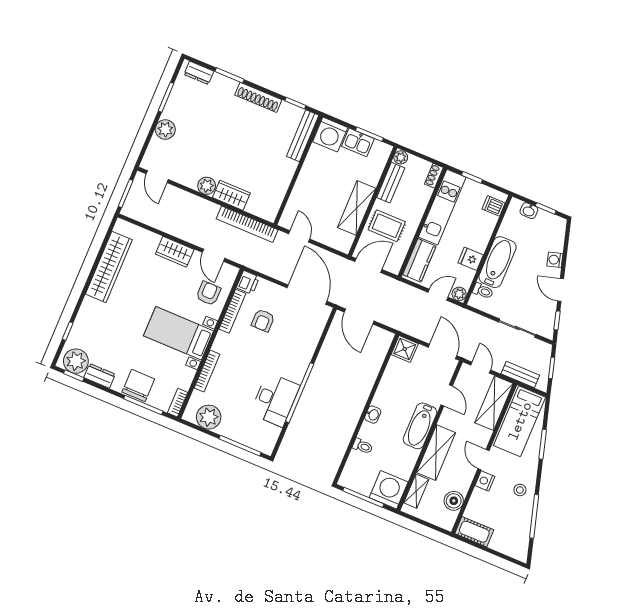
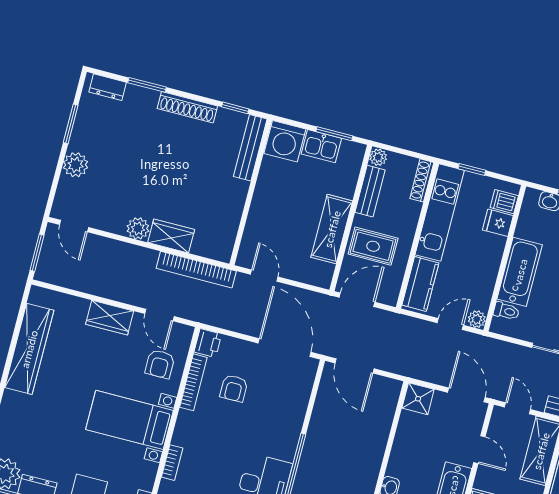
shoe rack: (434, 176) -> (422, 180), width x1.43
fridge: (471, 259) -> (498, 223), moved
armchair: (208, 293) -> (160, 364), turned 180
bookcase: (207, 371) -> (172, 463), width x0.64

